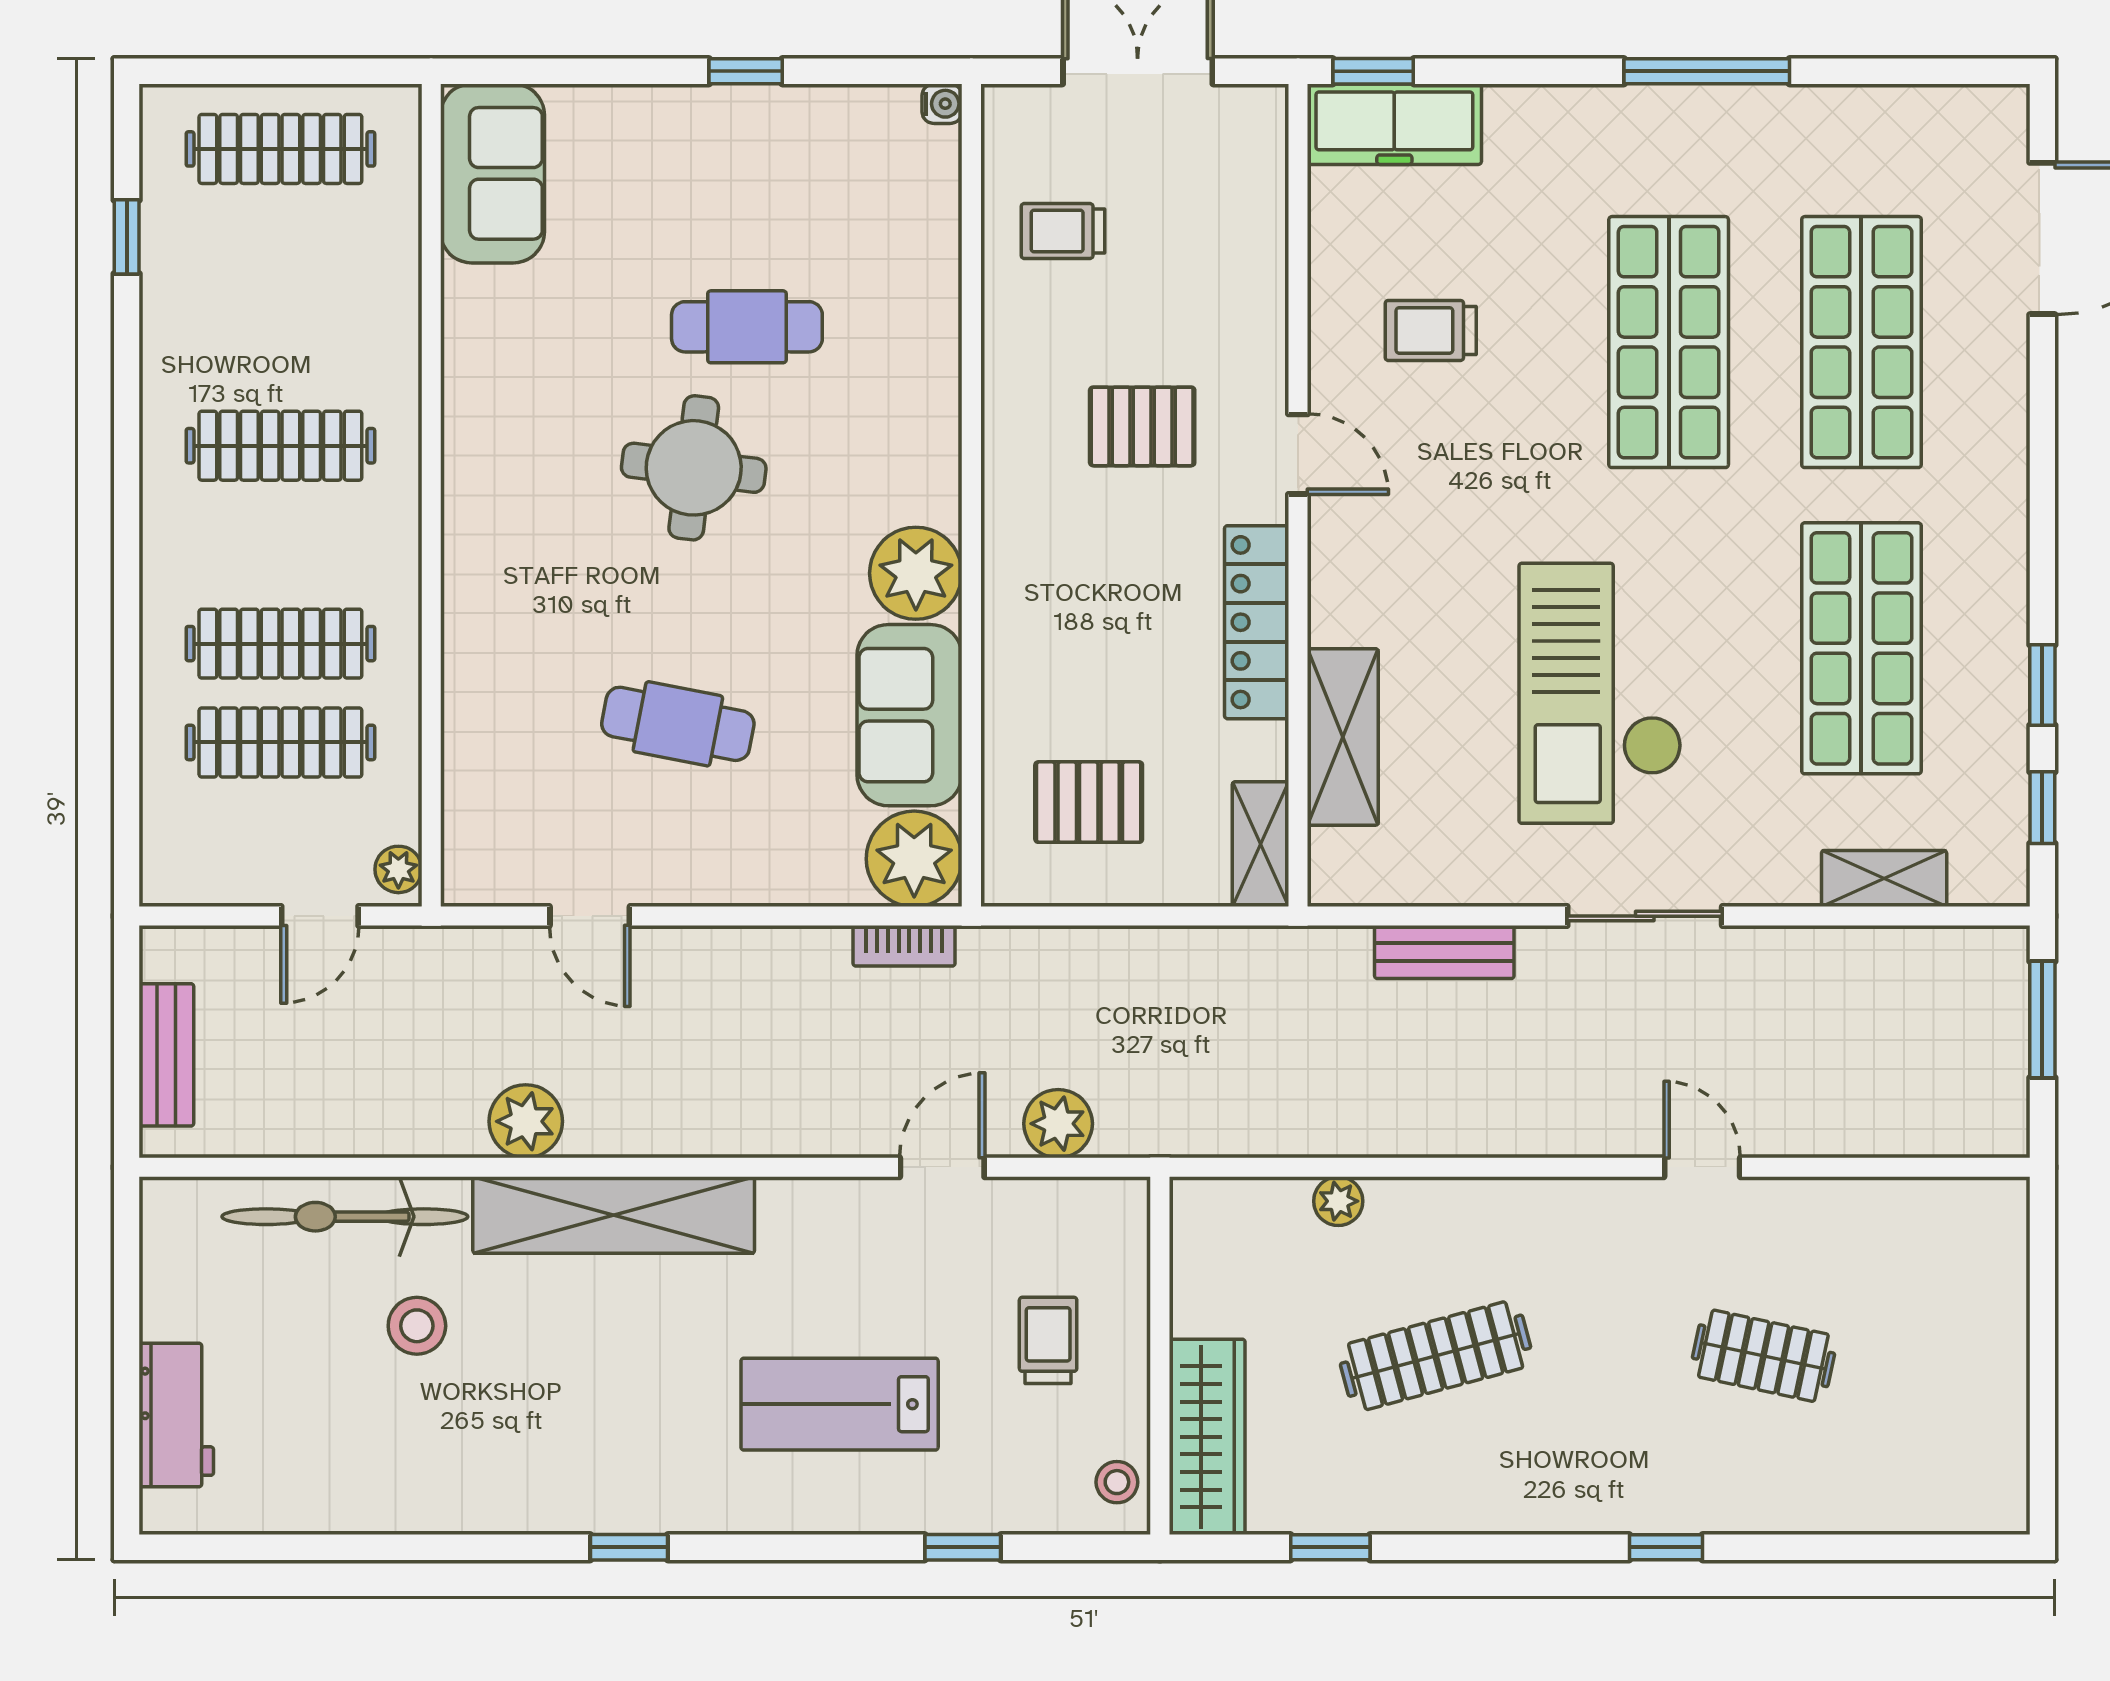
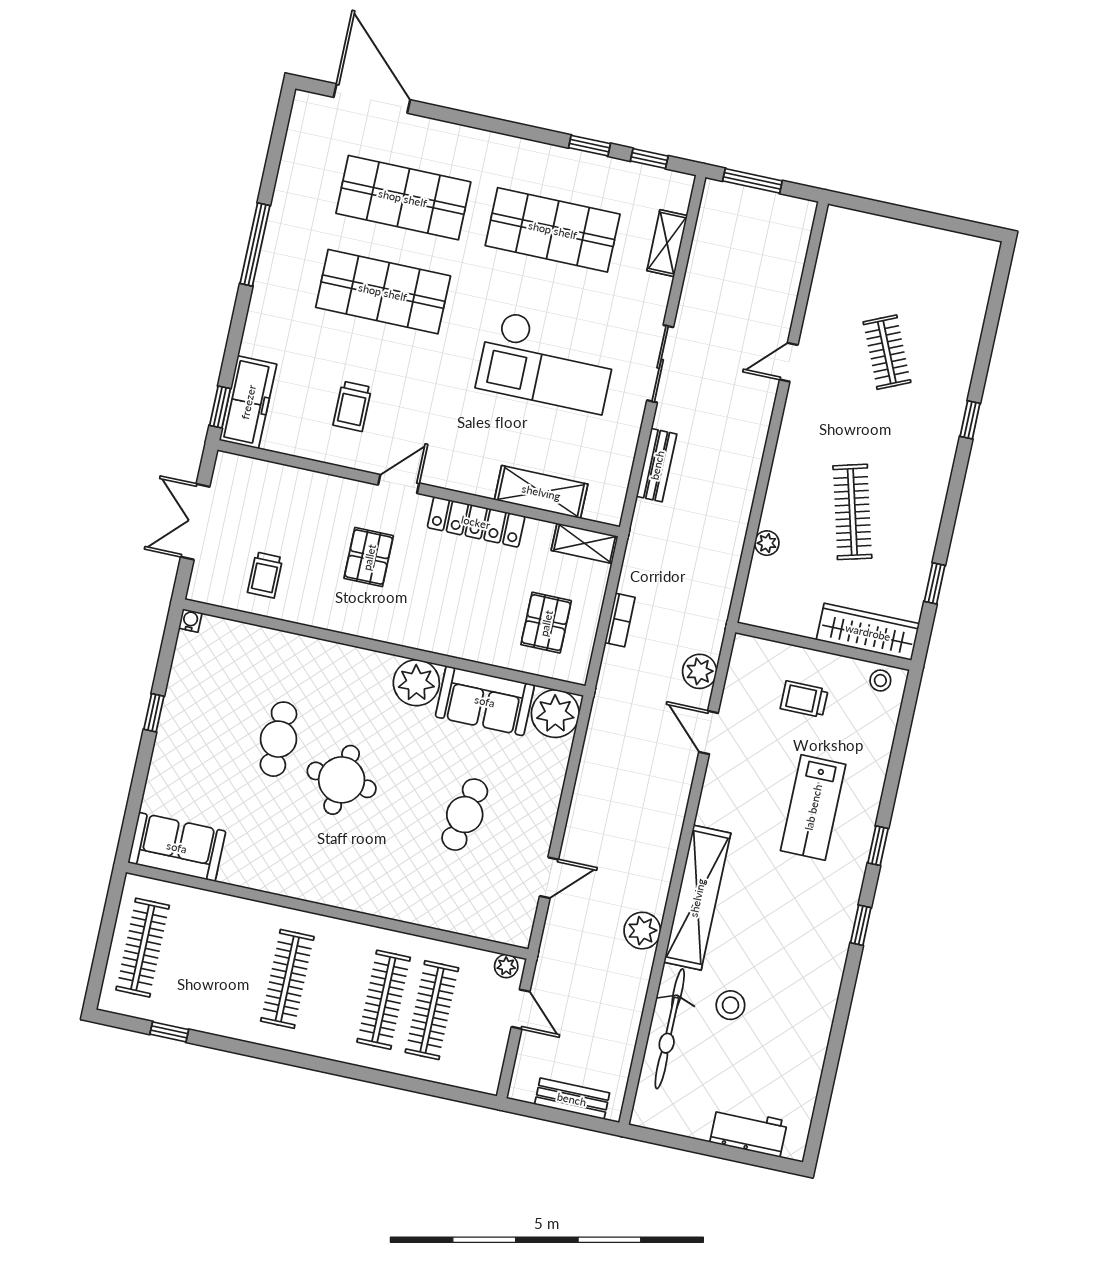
bookcase: (904, 946) -> (620, 620), moved
clothes rail: (1763, 1356) -> (887, 352), turned -36
window: (963, 1547) -> (878, 846), moved

